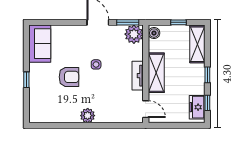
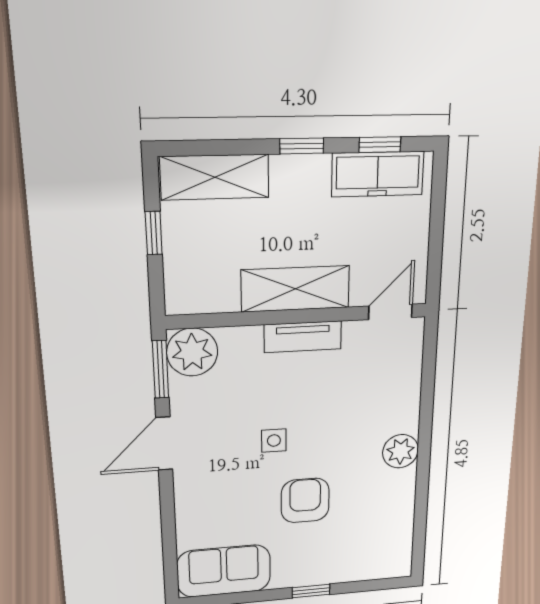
boiler: (154, 33) -> (187, 300), removed
freezer: (197, 107) -> (378, 174), width x1.40

